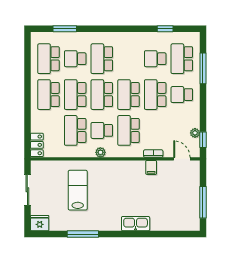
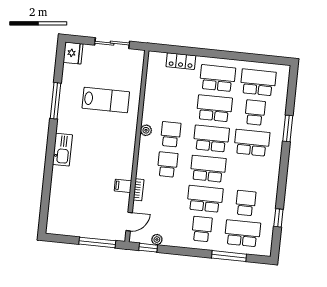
window: (65, 29) -> (288, 128), moved
school desk: (75, 130) -> (174, 104), removed
school desk: (128, 130) -> (168, 165), width x0.54
locker: (37, 145) -> (181, 61), moved
window: (203, 202) -> (97, 242), moved
kitchen sink: (136, 224) -> (62, 150), moved

